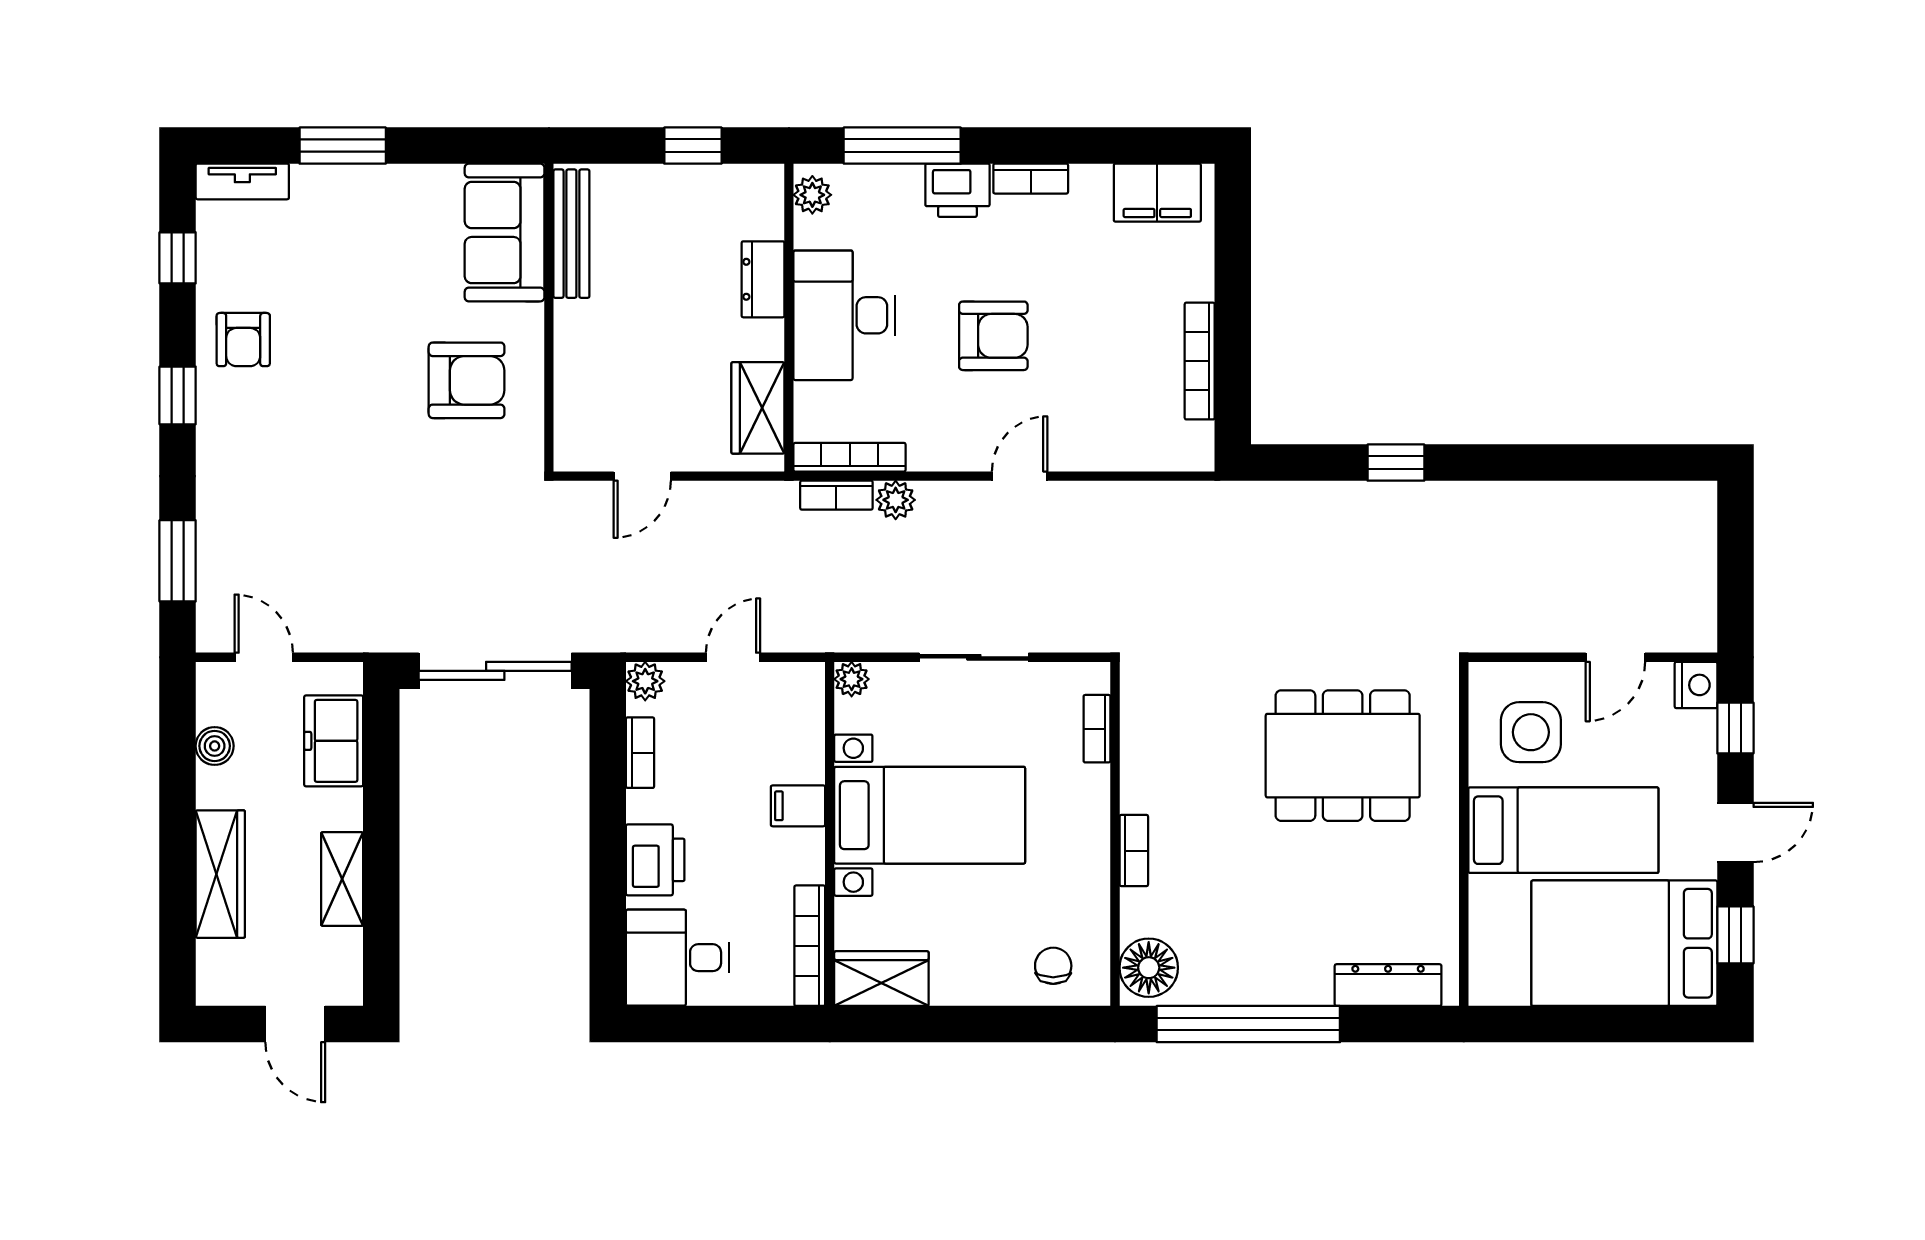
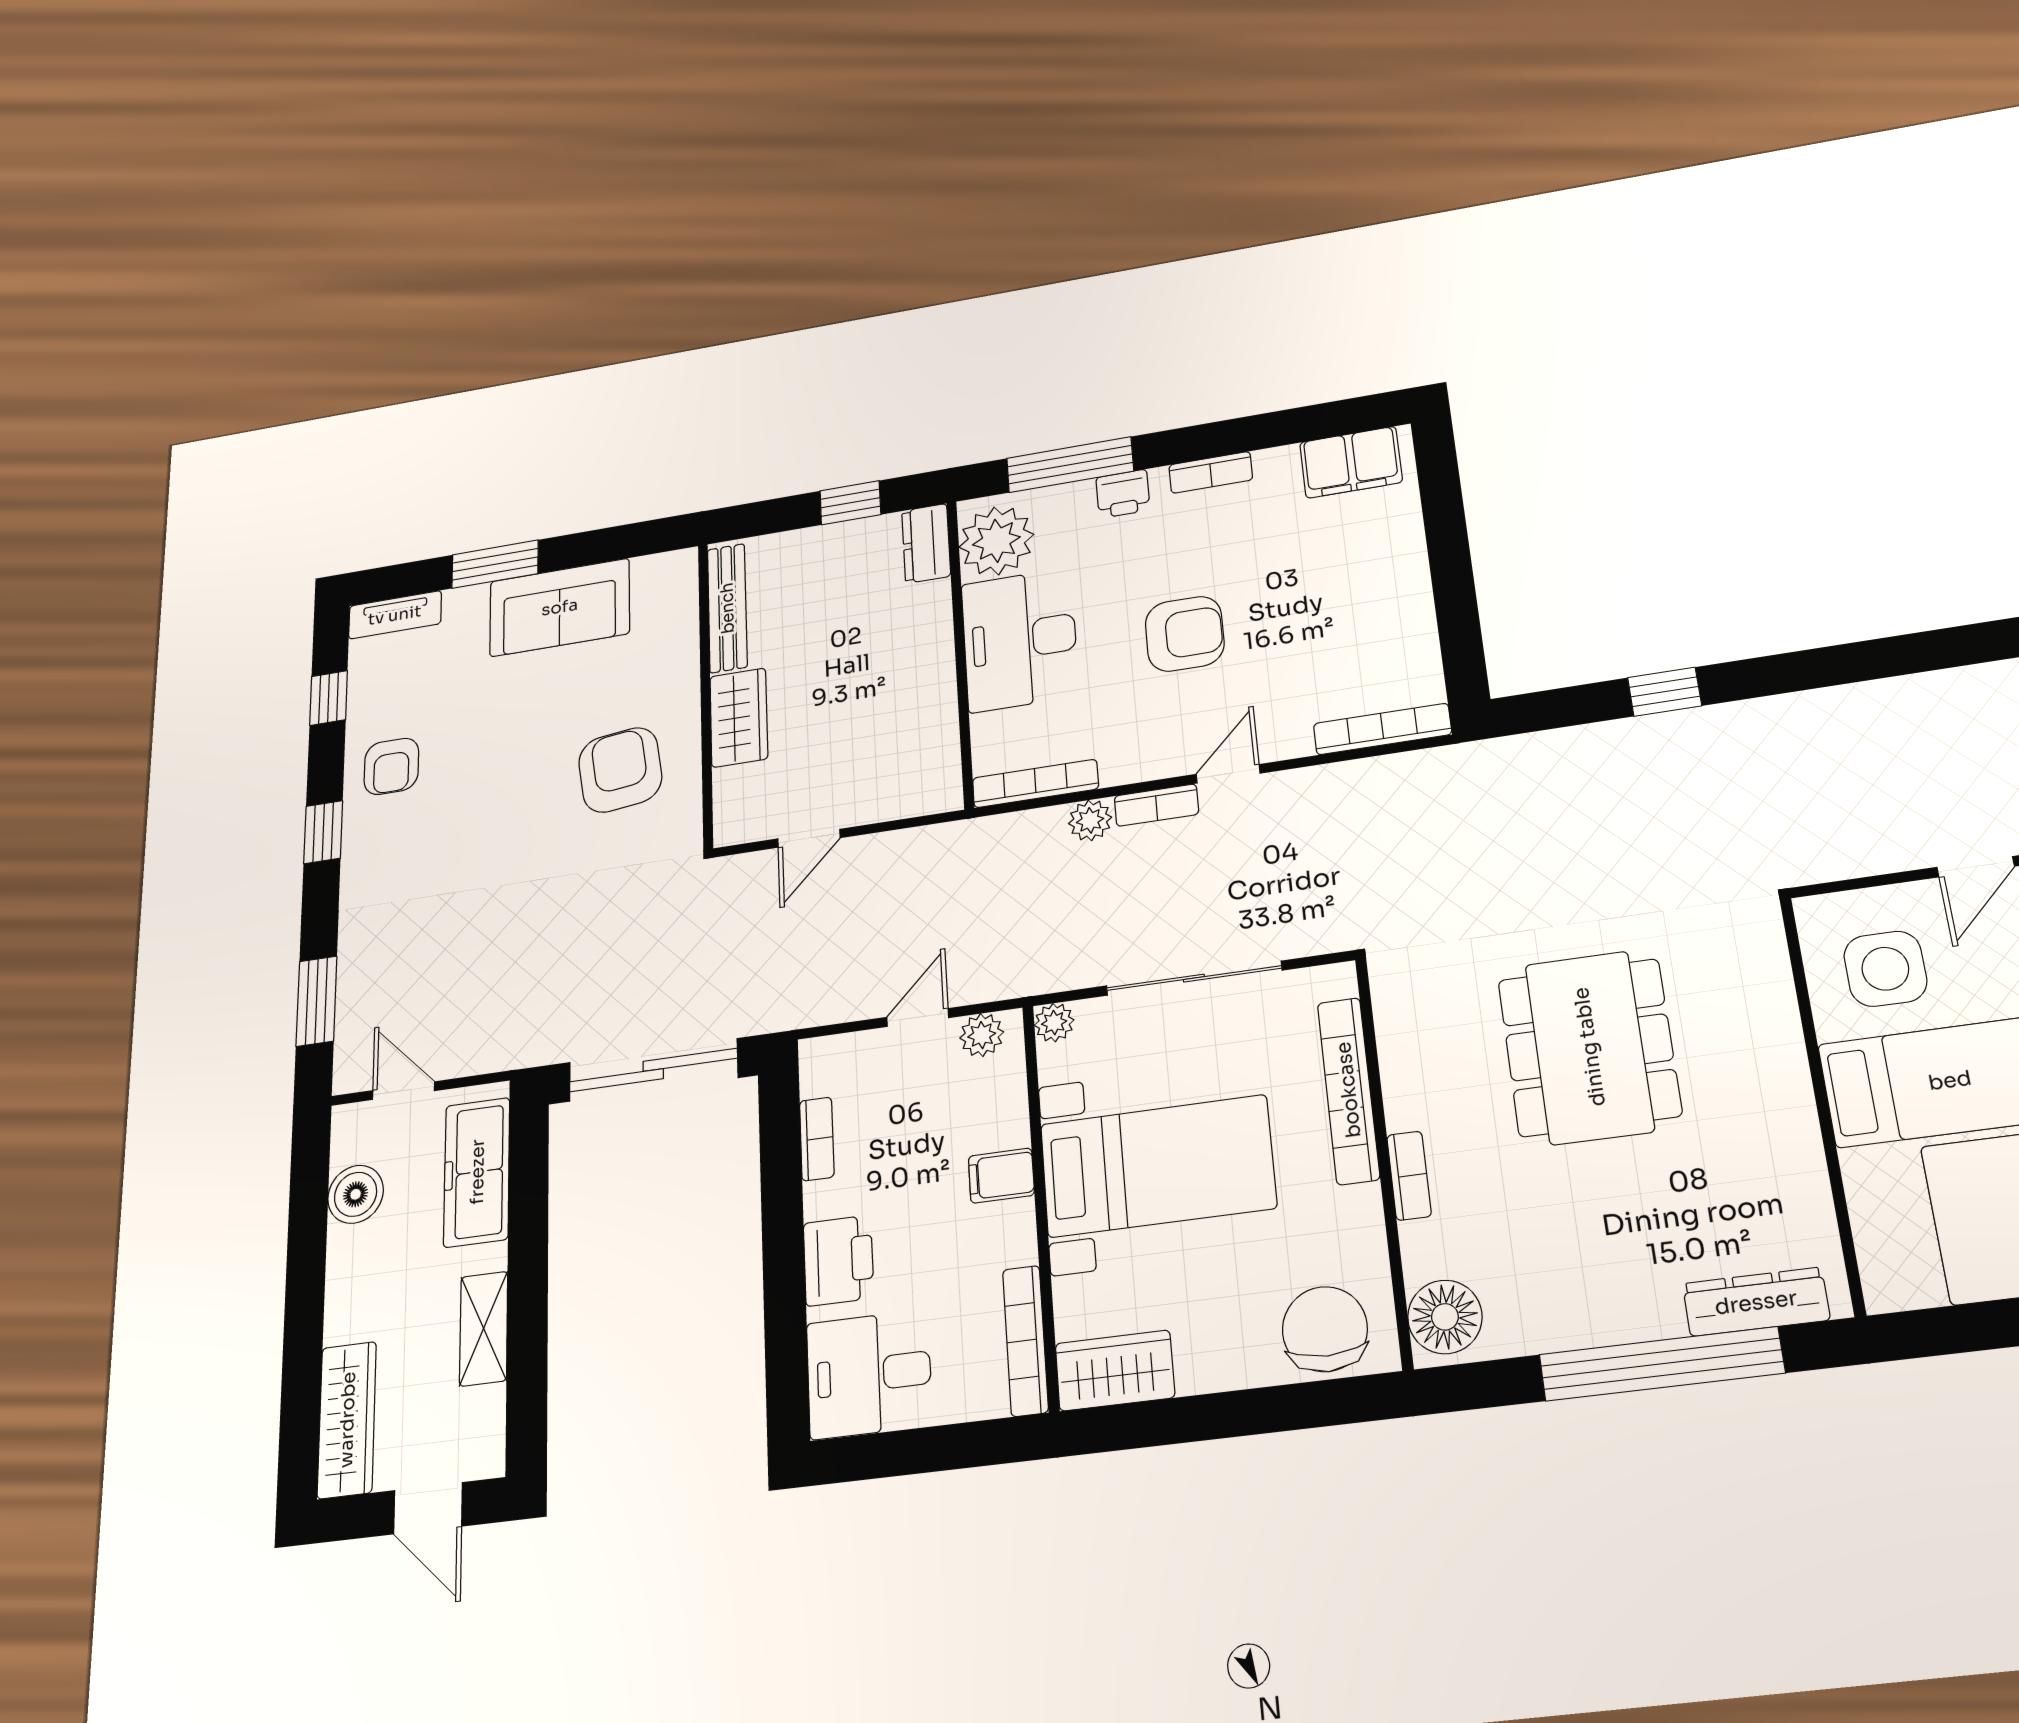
printer: (957, 190) -> (1123, 494), width x0.73, depth x0.81
plant: (812, 195) -> (996, 541), width x1.87, depth x1.87
sofa: (505, 233) -> (560, 607), moved, turned -90
dresser: (763, 279) -> (926, 543), moved
bookcase: (1200, 361) -> (1382, 729), moved, turned 90
armchair: (467, 380) -> (620, 770), turned -97
wardrobe: (758, 408) -> (739, 718), moved, turned 180
bookcase: (836, 495) -> (1156, 805), moved
sliding door: (974, 657) -> (1194, 978), width x1.37
plant: (645, 681) -> (982, 1035), moved
bookcase: (1097, 729) -> (1348, 1090), width x2.31, depth x1.31
freezer: (334, 741) -> (477, 1172), width x1.40
boiler: (215, 746) -> (356, 1194), width x1.36, depth x1.36
dining table: (1343, 756) -> (1589, 1047), moved, turned 90
wardrobe: (220, 874) -> (347, 1420), moved
chair: (1053, 966) -> (1325, 1329), width x1.87, depth x1.87
window: (1248, 1024) -> (1661, 1364), moved

